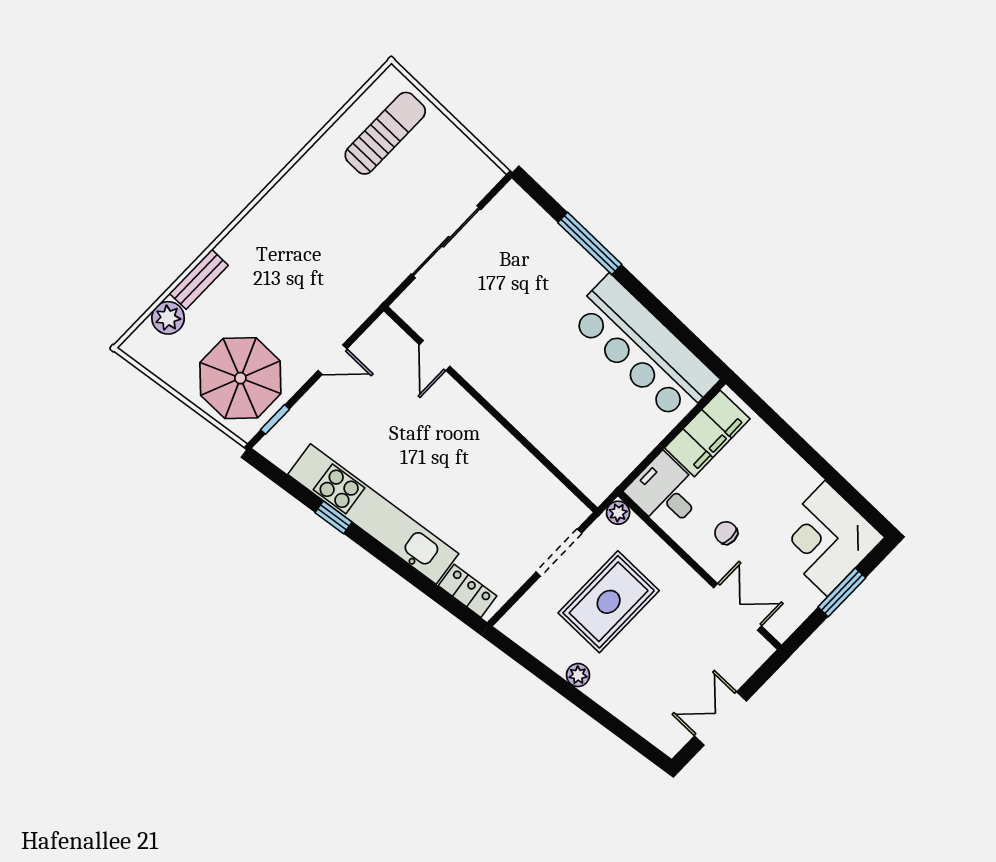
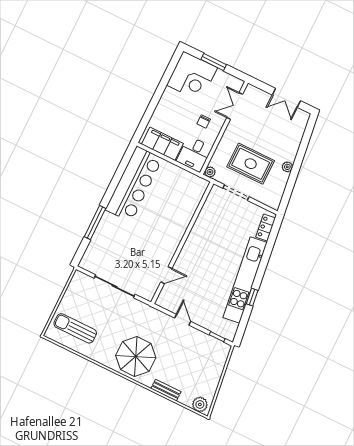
plant: (168, 318) -> (200, 404), moved
parasol: (240, 378) -> (136, 357), moved

